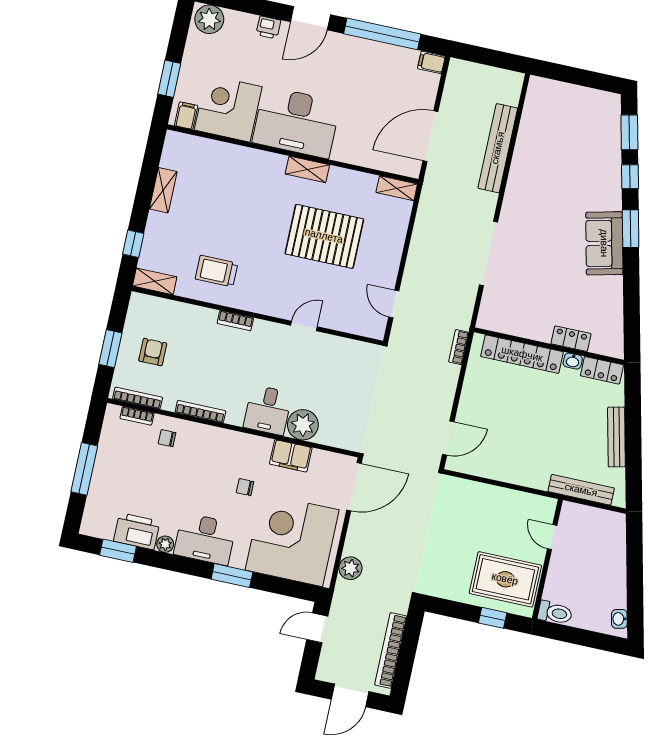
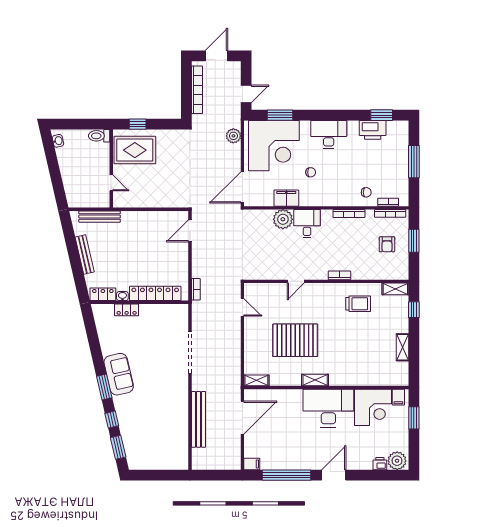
printer: (268, 27) -> (380, 464), moved
plant: (165, 544) -> (353, 126), removed
window: (232, 576) -> (280, 115), moved

